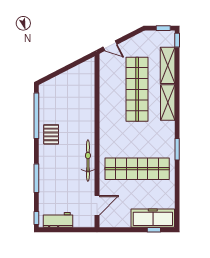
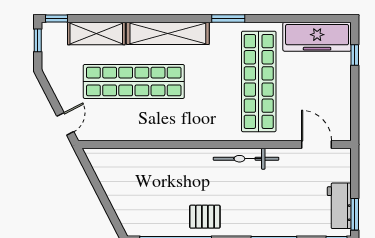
shelving: (168, 102) -> (168, 33), width x1.47
freezer: (153, 218) -> (317, 37), moved, turned -90
window: (53, 230) -> (355, 214), added

